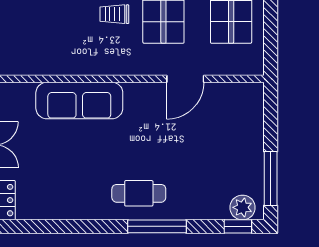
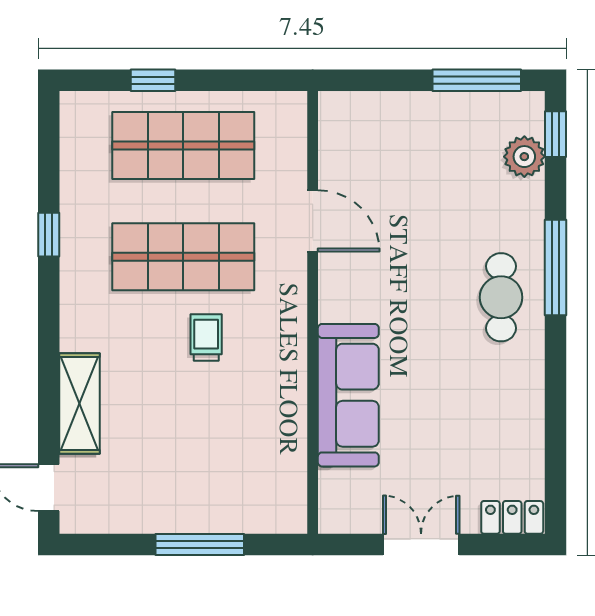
trolley: (114, 14) -> (206, 337), turned 180
plant: (243, 207) -> (524, 157), moved

